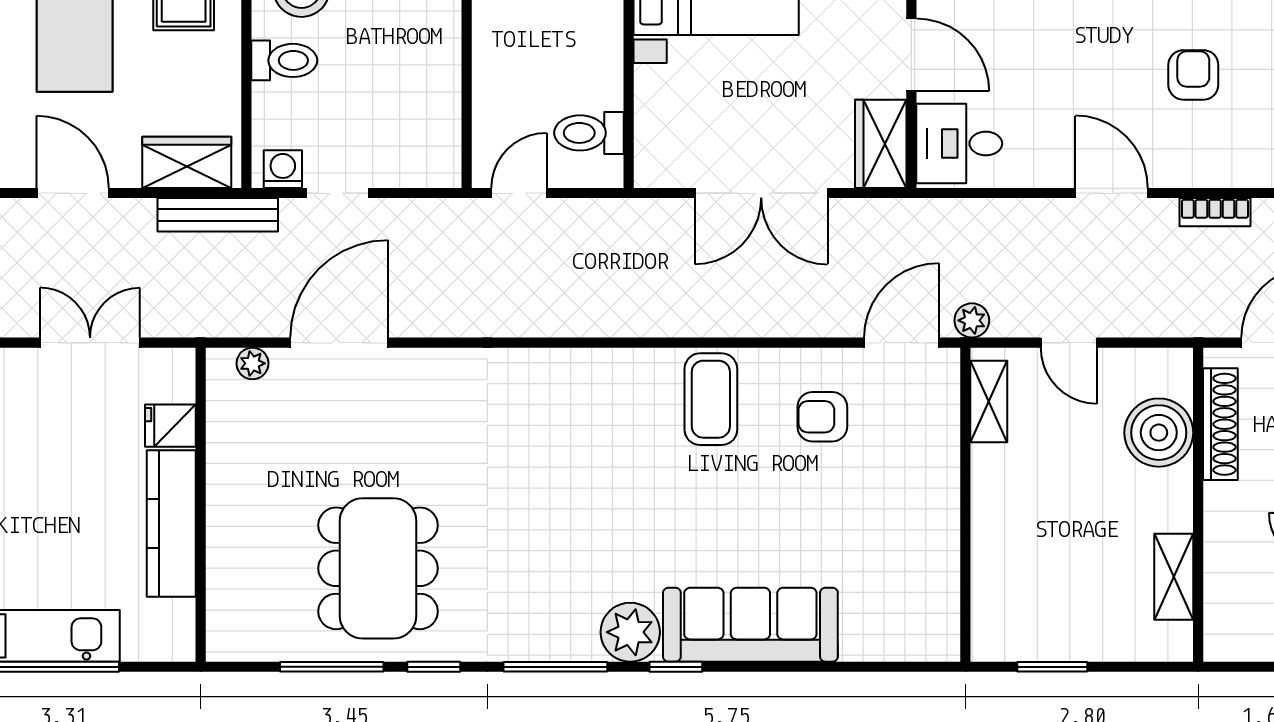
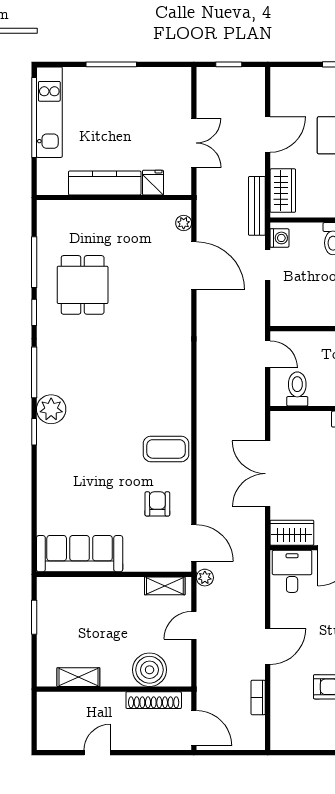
dining table: (378, 568) -> (83, 285), width x0.73
sofa: (750, 625) -> (80, 554), moved, turned -90

